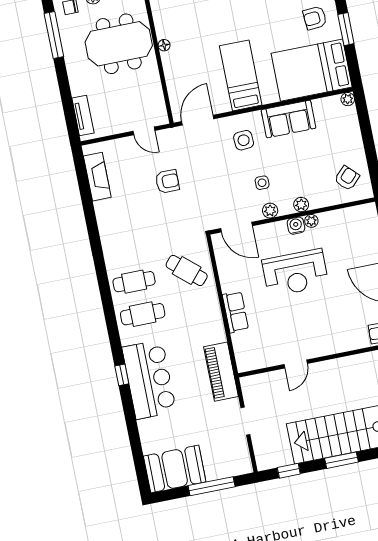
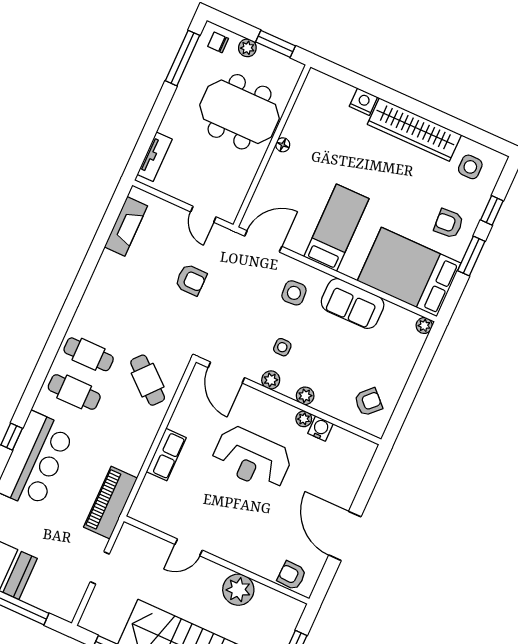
water cooler: (296, 226) -> (320, 428), moved
plant: (350, 369) -> (238, 590), added

